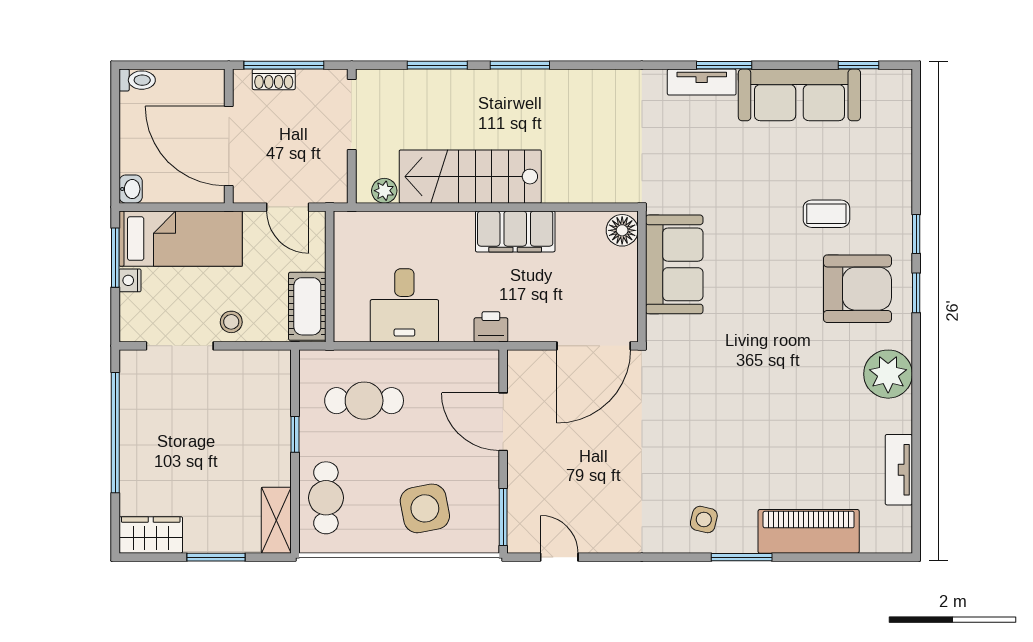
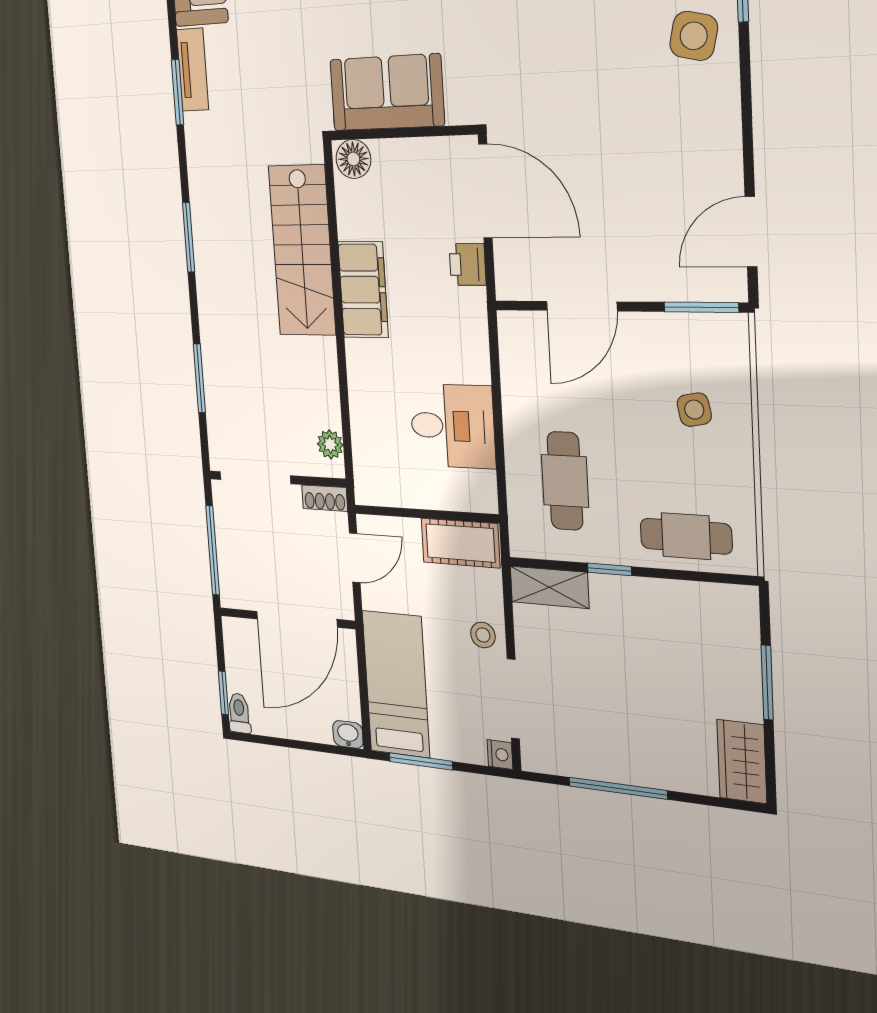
window: (154, 65) -> (223, 693), added
window: (520, 65) -> (189, 237), moved
window: (724, 65) -> (178, 92), moved
shoe rack: (274, 79) -> (325, 498), moved, turned 90
stairs: (470, 177) -> (302, 251), moved
nightstand: (130, 280) -> (500, 754), moved, turned -90
printer: (491, 327) -> (467, 264), moved
window: (115, 433) -> (618, 788), width x0.68
side table: (425, 508) -> (694, 410), width x0.54, depth x0.54
shelving: (276, 520) -> (549, 587), moved
side table: (704, 520) -> (694, 36), width x1.37, depth x1.37
door: (559, 557) -> (751, 232), width x1.38

